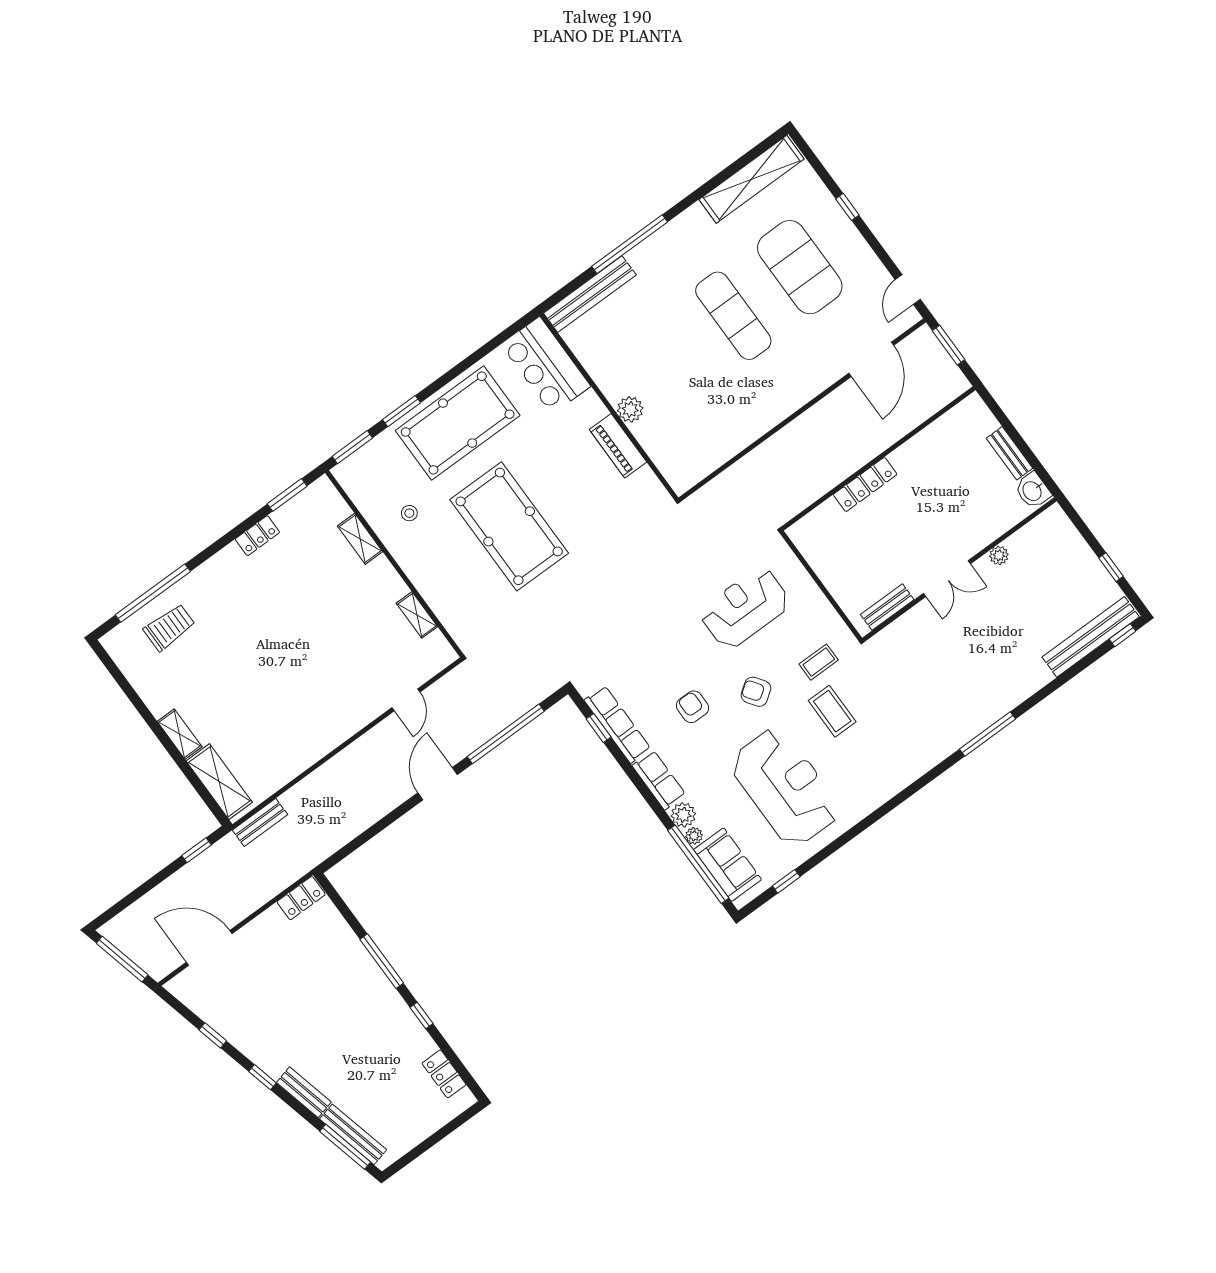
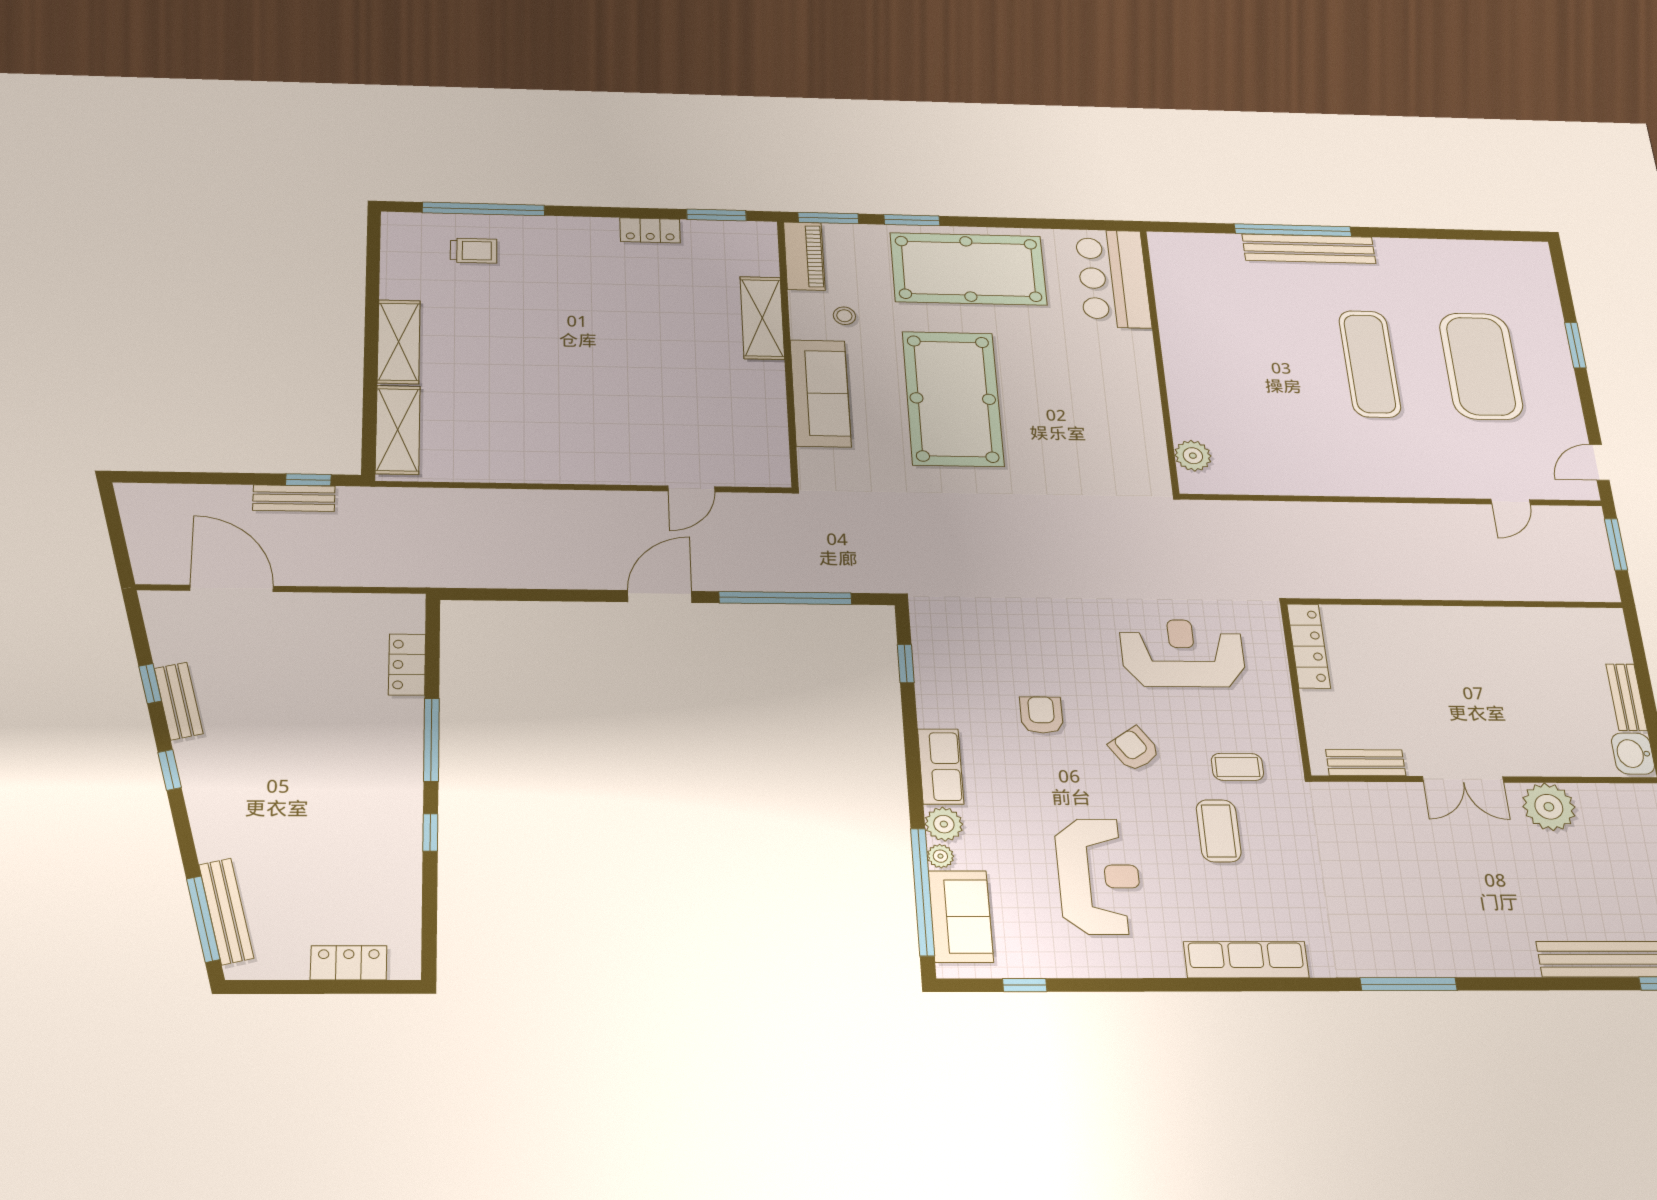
shelving: (751, 179) -> (1478, 256), removed
window: (847, 207) -> (1575, 345), width x1.50
bench: (590, 294) -> (1309, 249), moved
door: (871, 359) -> (1511, 502), width x0.53
plant: (630, 409) -> (1193, 456), moved
piano: (618, 446) -> (804, 256), moved, turned 180
locker: (865, 484) -> (1309, 646), moved, turned -90
shelving: (360, 539) -> (762, 318), width x1.50, depth x1.33
plant: (999, 555) -> (1549, 807), width x1.88, depth x1.88
sofa: (433, 579) -> (820, 393), added
shelving: (417, 615) -> (774, 415), removed
trolley: (169, 627) -> (474, 251), width x0.73, depth x0.72
row of seats: (617, 724) -> (1246, 960), moved, turned -90
shelving: (180, 734) -> (399, 342), width x1.50, depth x1.33
reception desk: (785, 787) -> (1099, 876), width x0.74, depth x0.77
bench: (260, 822) -> (294, 498), moved
locker: (301, 898) -> (407, 665), moved, turned 90
window: (122, 959) -> (116, 532), removed
locker: (444, 1074) -> (349, 963), moved, turned 90
bench: (304, 1092) -> (179, 701), moved

